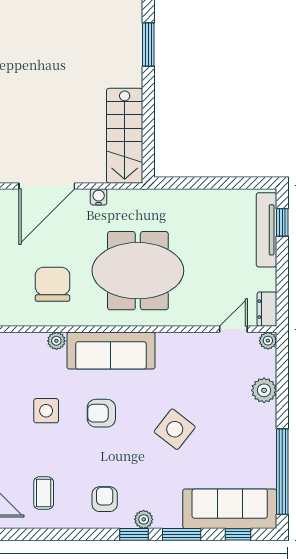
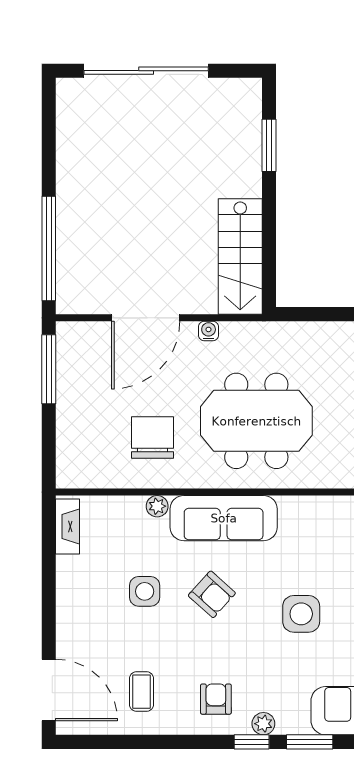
armchair: (101, 413) -> (212, 594), turned -138
side table: (175, 429) -> (301, 614), turned -38

